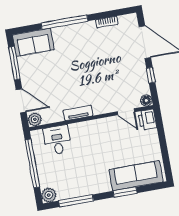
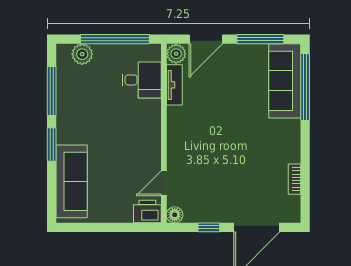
window: (64, 22) -> (305, 87), moved
sofa: (33, 42) -> (285, 81), width x1.36
tv unit: (78, 113) -> (174, 85), moved
window: (125, 192) -> (52, 145), moved
plant: (49, 195) -> (82, 54), moved

